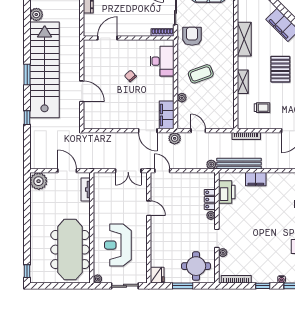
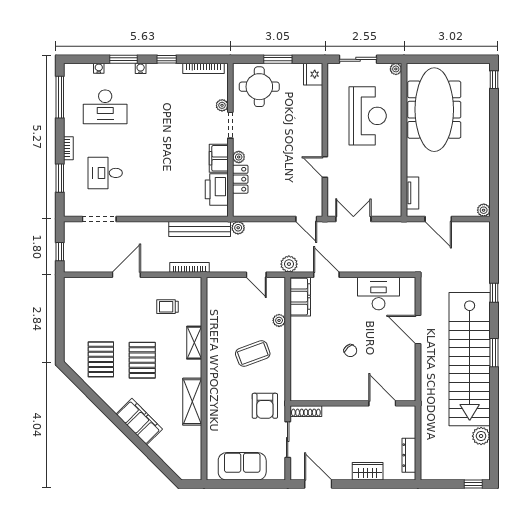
door: (107, 38) -> (382, 403), swing flipped
desk: (162, 61) -> (379, 294), moved, turned 90
filing cabinet: (256, 179) -> (219, 158), moved, turned -90
plant: (39, 181) -> (484, 210), width x0.53, depth x0.53

